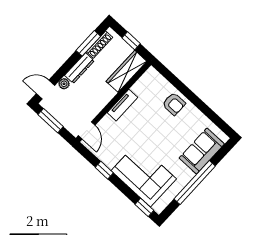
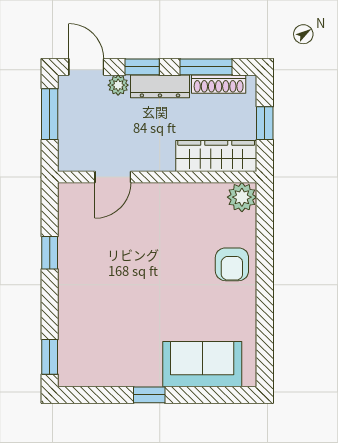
window: (66, 68) -> (142, 67), added
plant: (151, 76) -> (242, 197), added
tv unit: (122, 105) -> (164, 194), removed
door: (87, 130) -> (113, 177), moved
corner sofa: (144, 175) -> (94, 314), removed
window: (195, 183) -> (149, 395), width x0.32

